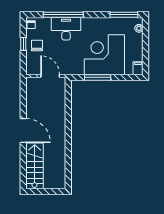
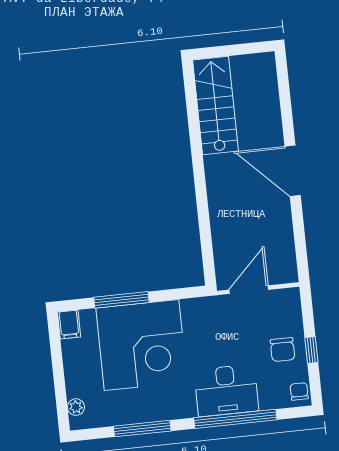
window: (124, 15) -> (142, 429), moved
door: (50, 76) -> (249, 290), swing flipped
window: (98, 77) -> (121, 300), moved
stairs: (35, 166) -> (215, 105), moved, turned 180

